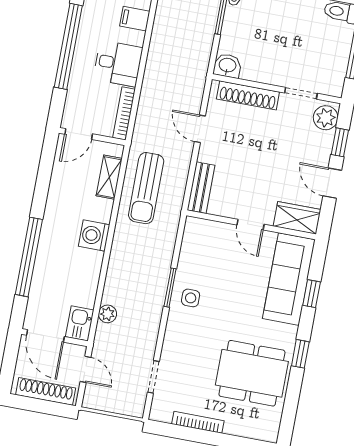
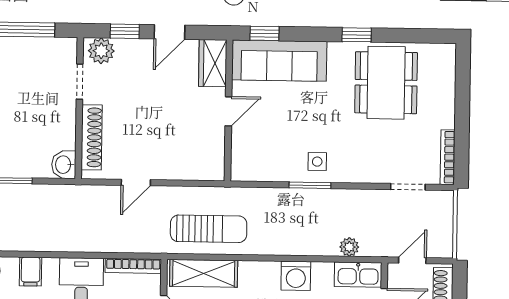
shelving: (109, 177) -> (204, 273), width x1.50, depth x1.33
bench: (201, 188) -> (198, 171), removed
washing machine: (94, 236) -> (296, 276), moved
window: (312, 294) -> (265, 33), moved
kitchen sink: (80, 323) -> (358, 275), width x1.38
bookcase: (198, 422) -> (448, 157), moved

